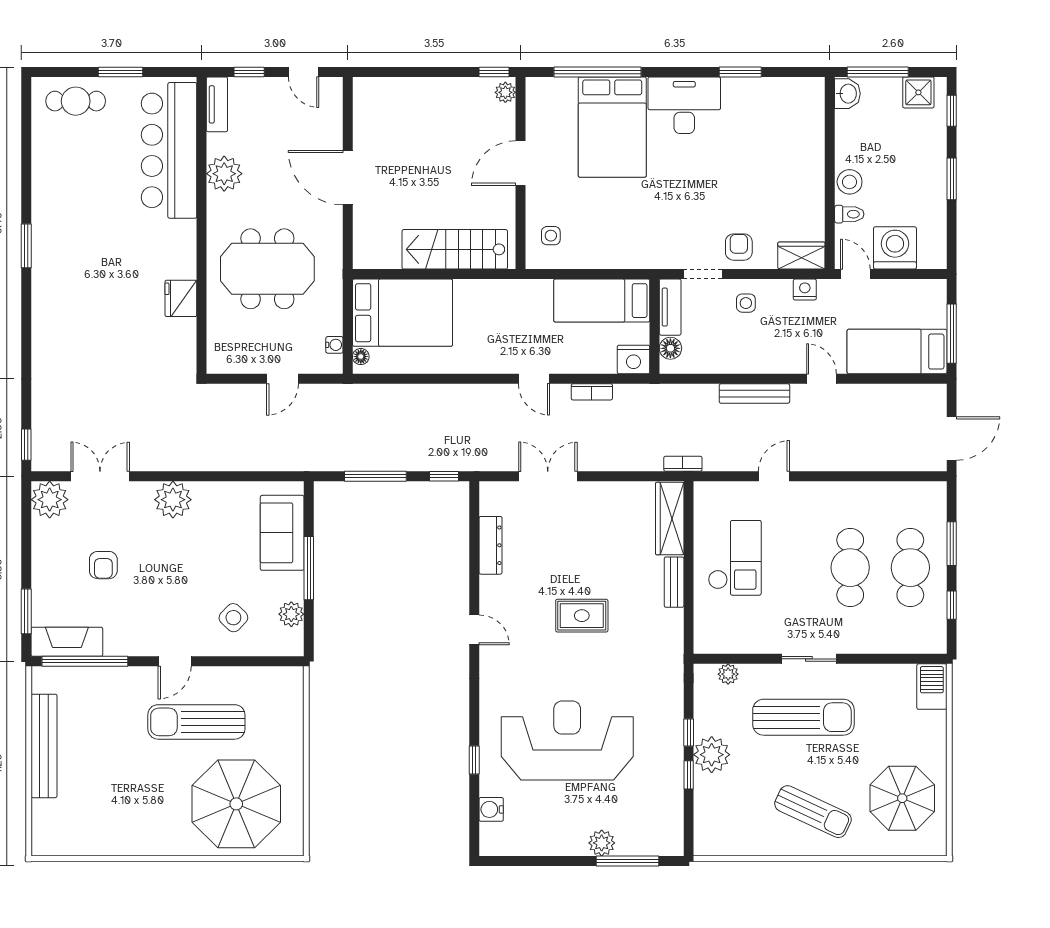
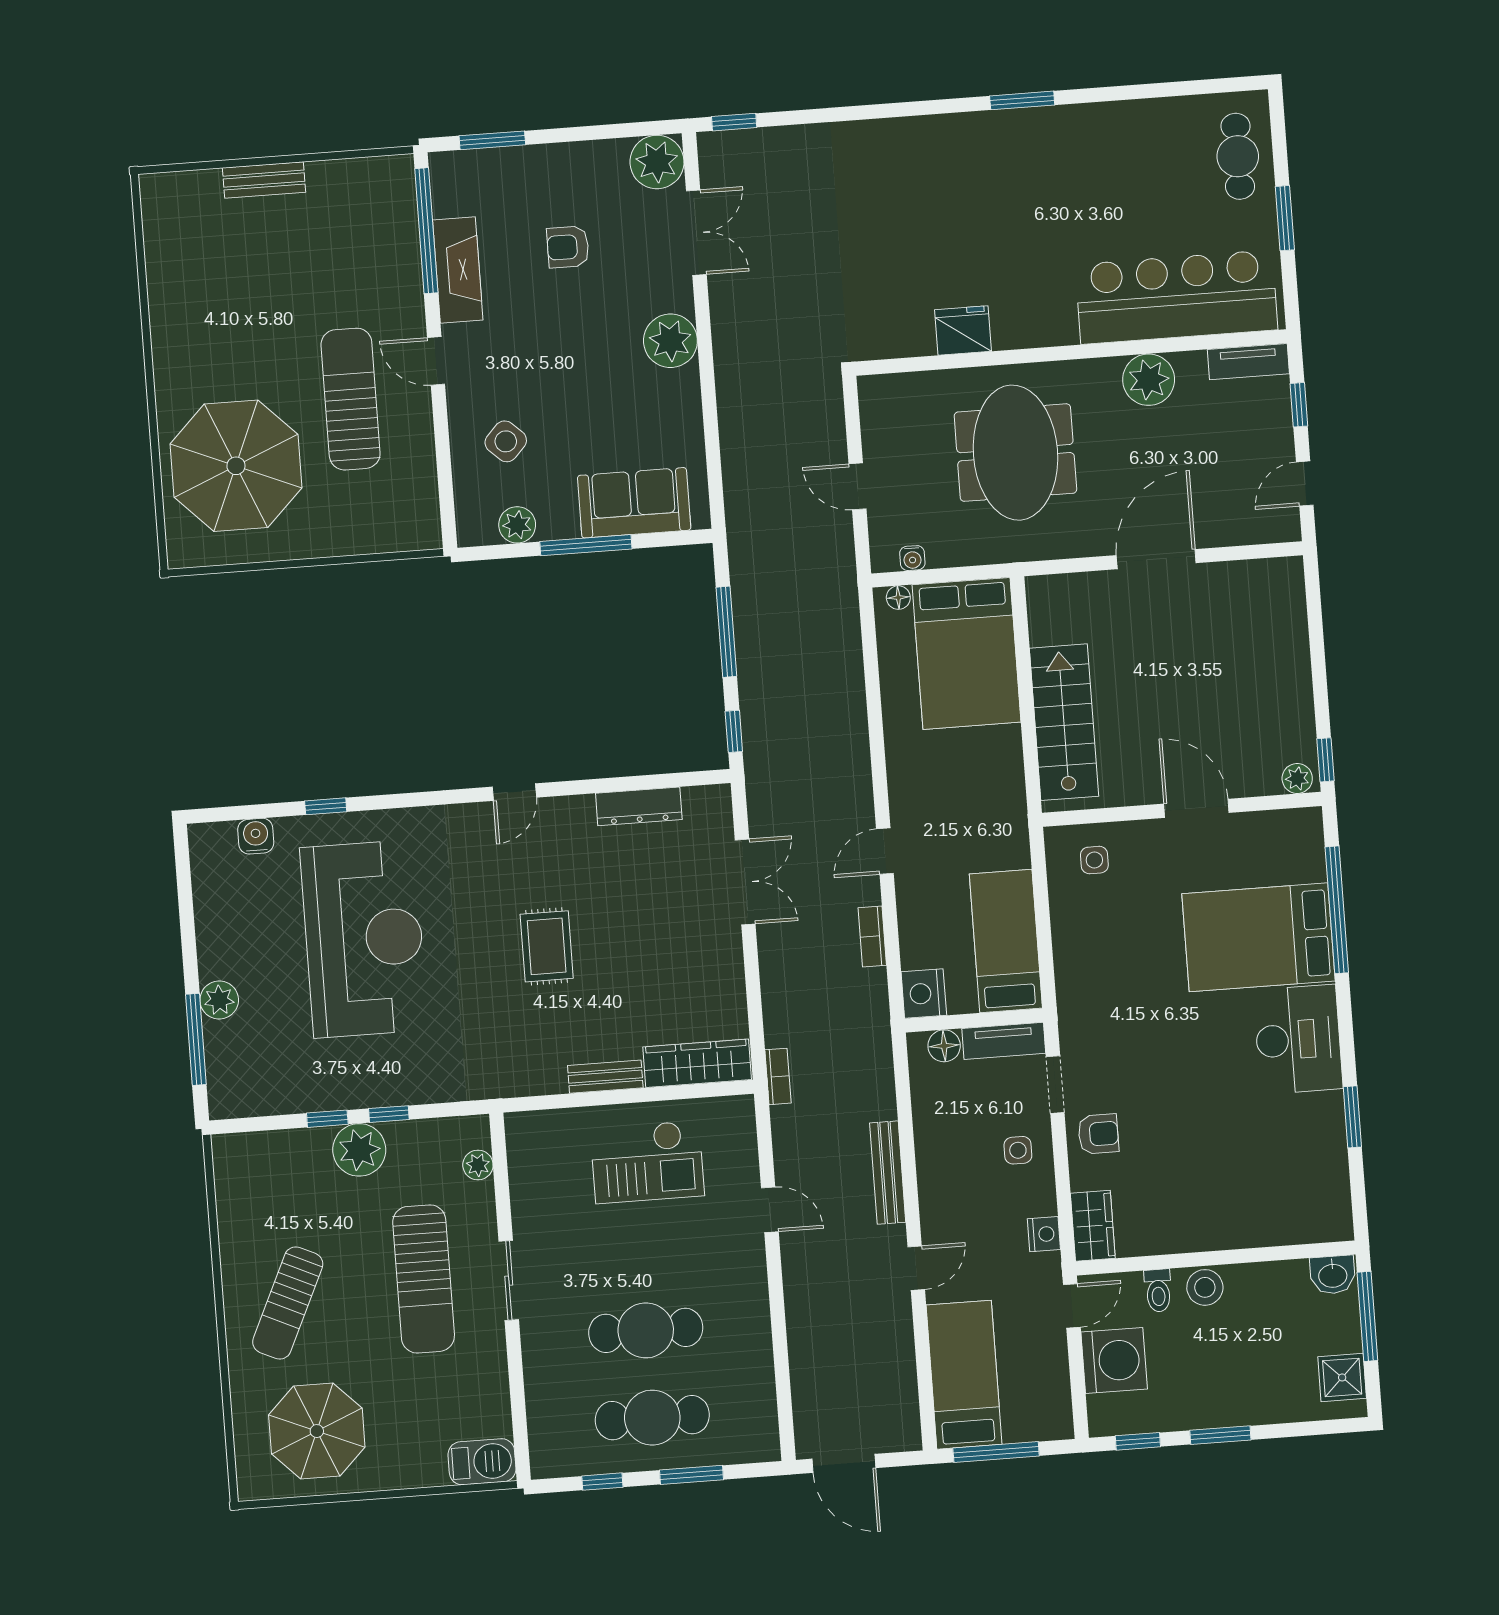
window: (952, 111) -> (1138, 1441), moved
fireplace: (67, 642) -> (458, 270), moved
bench: (44, 746) -> (264, 180), width x0.54, depth x0.82

